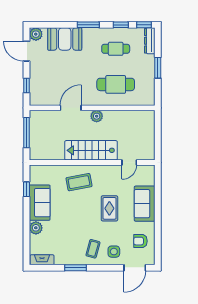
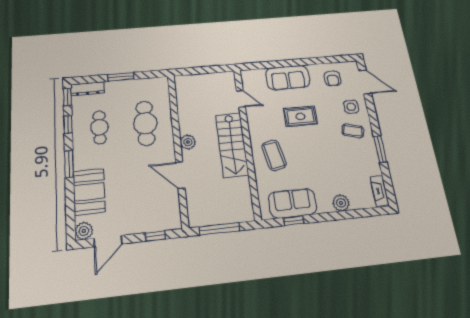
sofa: (40, 203) -> (292, 203), moved

